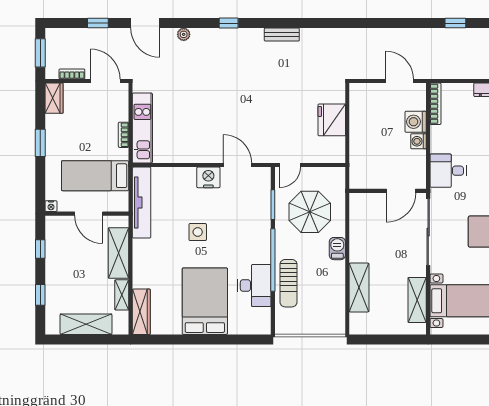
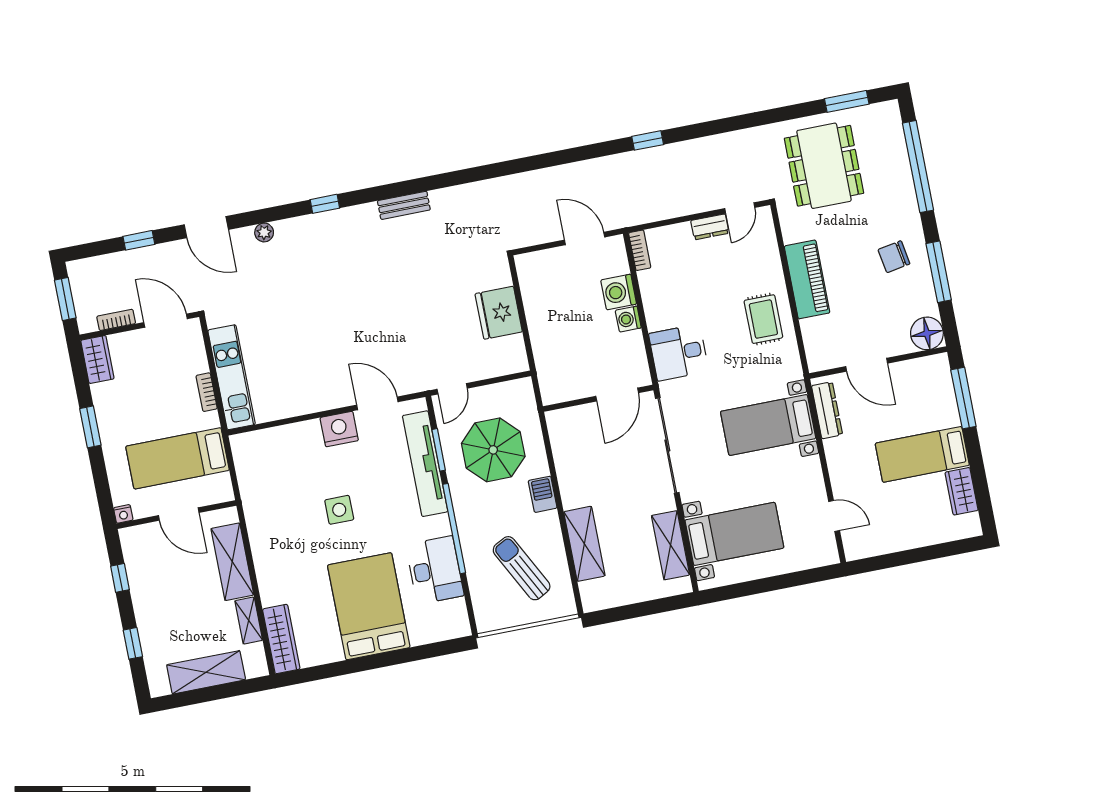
bookcase: (435, 104) -> (640, 250), width x0.64
tv unit: (142, 203) -> (425, 464), moved, turned 180
sun lounger: (288, 283) -> (522, 568), moved, turned 152

